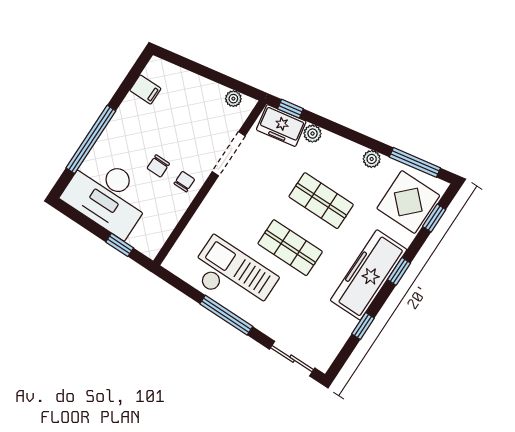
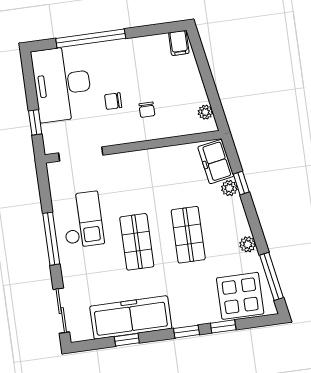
filing cabinet: (145, 90) -> (179, 43), moved
window: (290, 109) -> (241, 183), moved
doorway: (229, 154) -> (81, 154), moved
chair: (184, 182) -> (147, 110), moved, turned 90
window: (434, 218) -> (223, 326), moved
freezer: (369, 275) -> (131, 317), moved
checkout: (233, 276) -> (82, 220), width x0.73, depth x0.83

